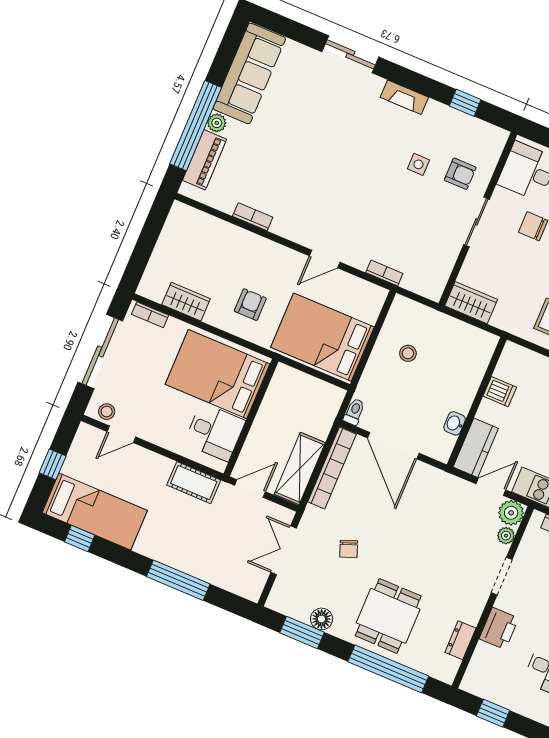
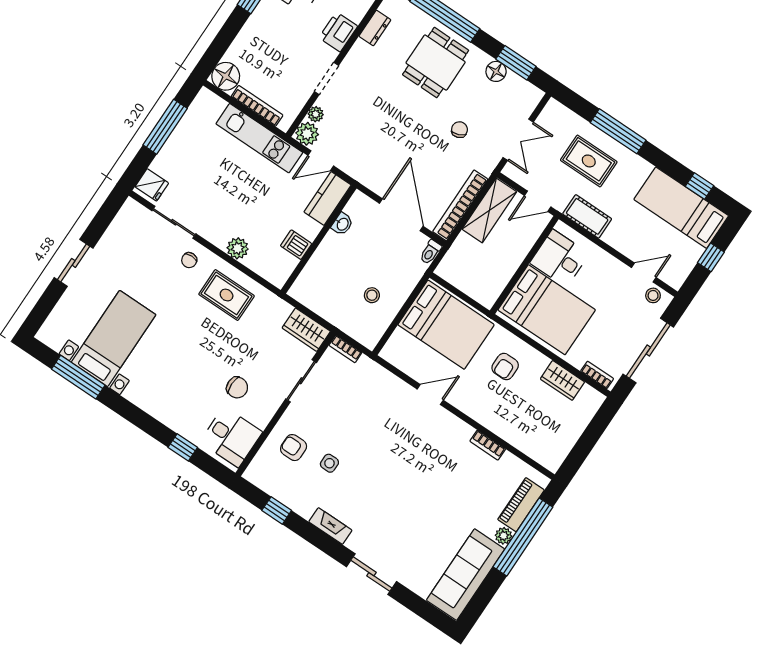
sliding door: (476, 222) -> (301, 381), moved
bookcase: (384, 273) -> (345, 349), moved
rug: (204, 542) -> (589, 161), added

